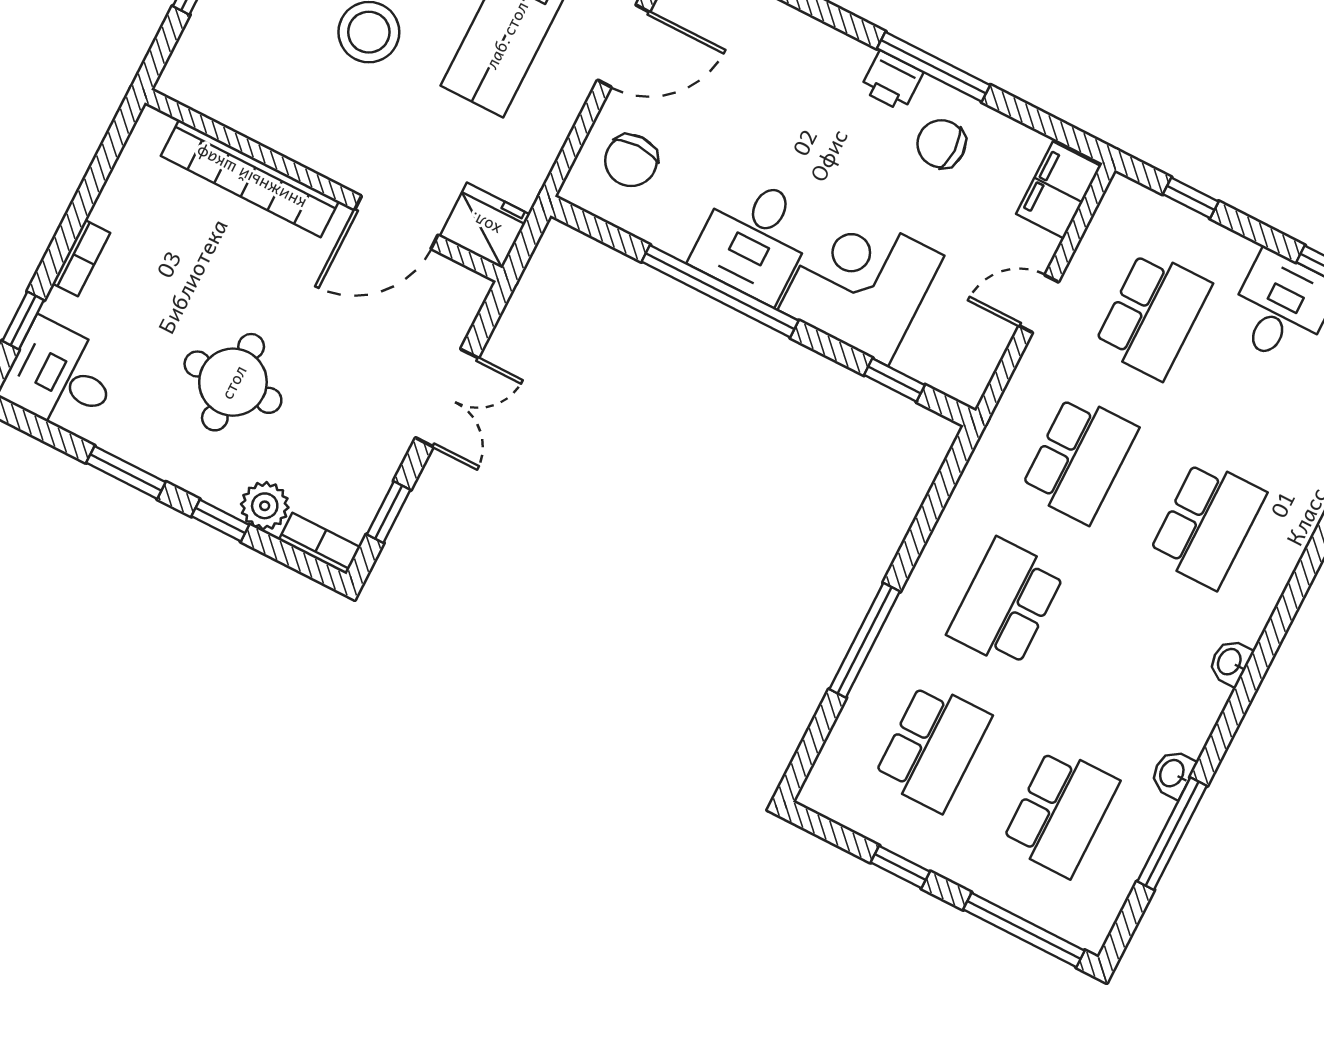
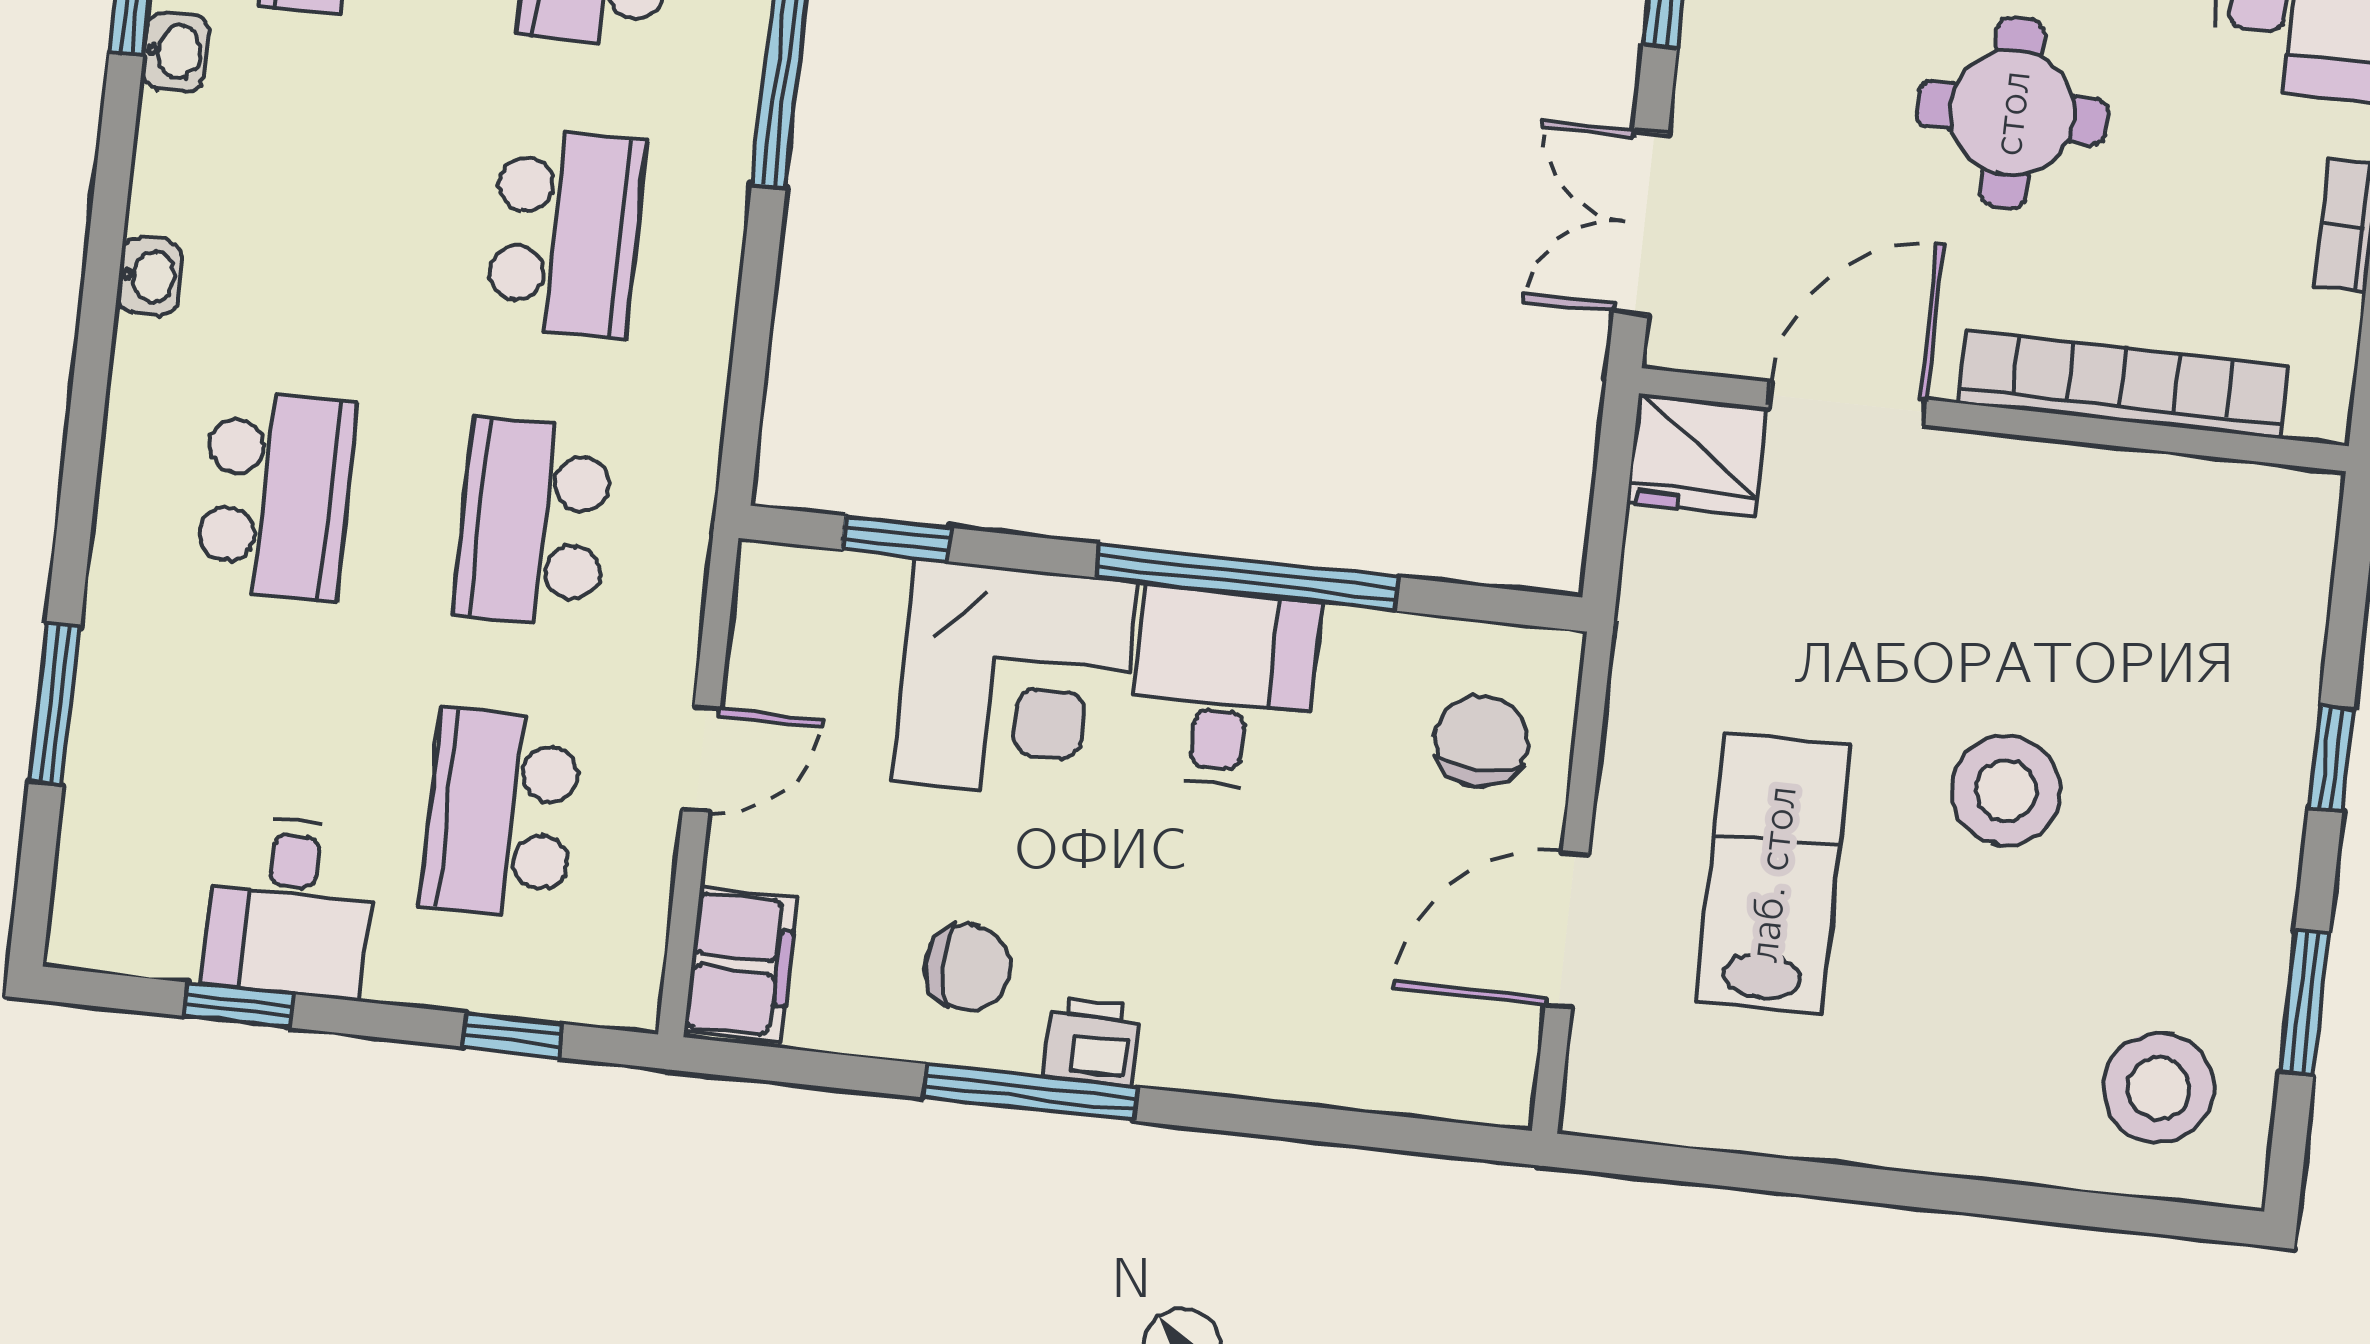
bookcase: (250, 179) -> (2123, 384), moved
wall: (324, 185) -> (1994, 420), moved
door: (396, 222) -> (1848, 404), moved
fridge: (485, 225) -> (1696, 455), moved
school desk: (1207, 524) -> (276, 495), turned 180

